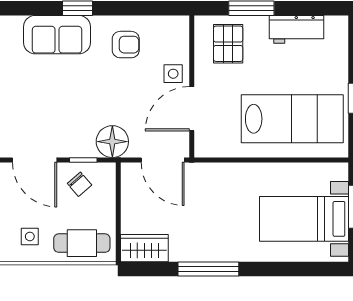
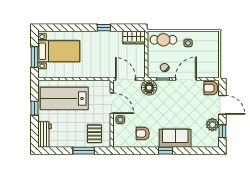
workbench: (297, 29) -> (44, 134), moved, turned 90
door: (192, 109) -> (112, 103), hinge flipped
door: (35, 160) -> (186, 79), hinge flipped
window: (208, 269) -> (104, 28), width x0.46

